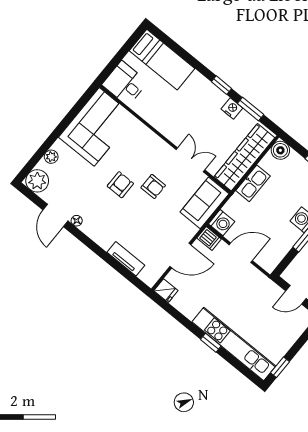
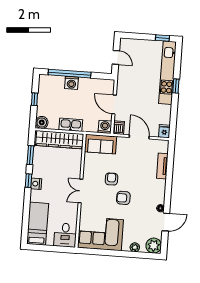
nightstand: (232, 108) -> (36, 184), moved
double door: (190, 160) -> (81, 191), moved

